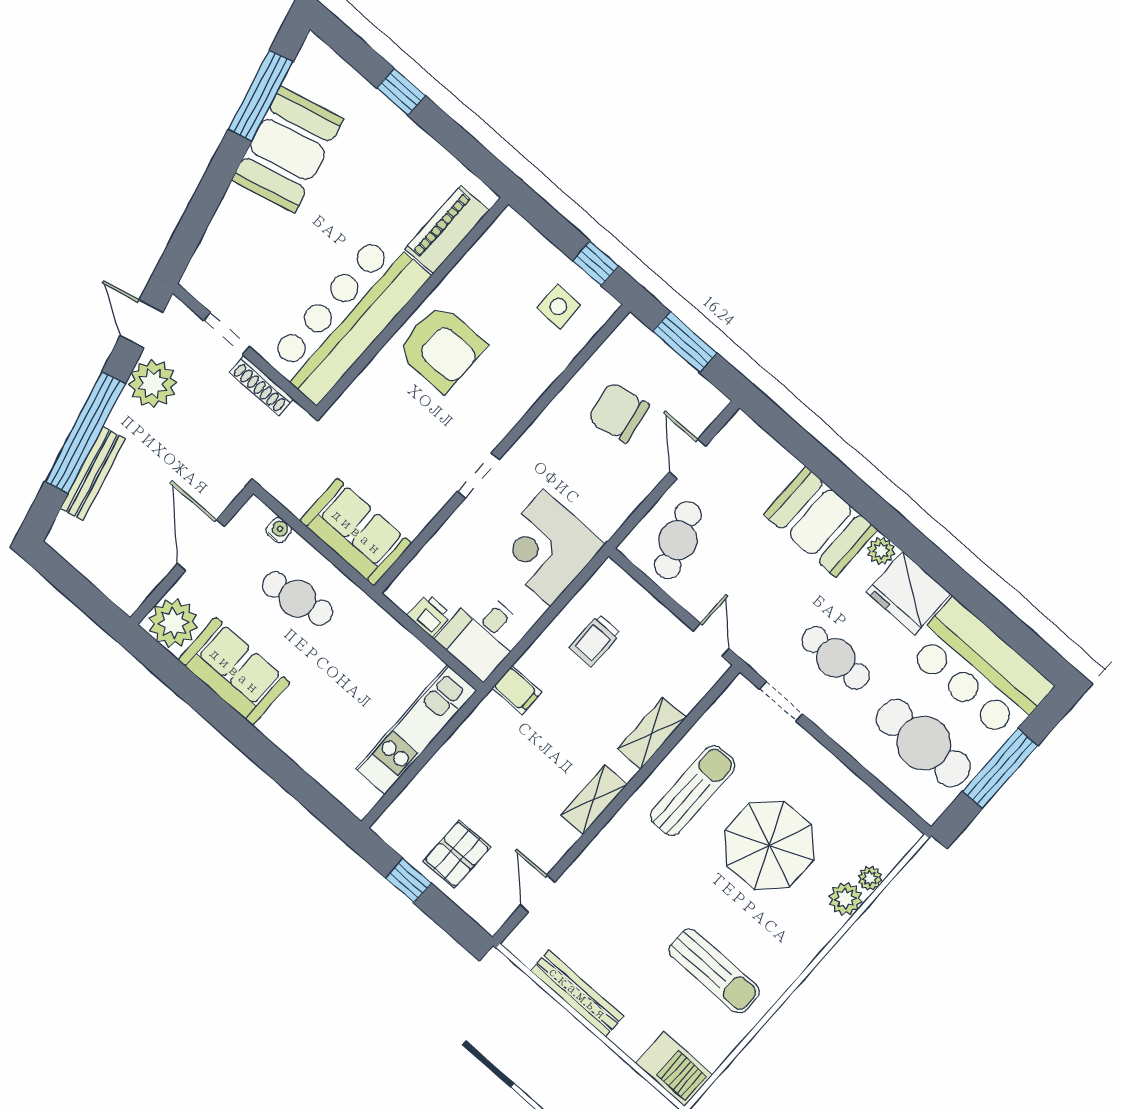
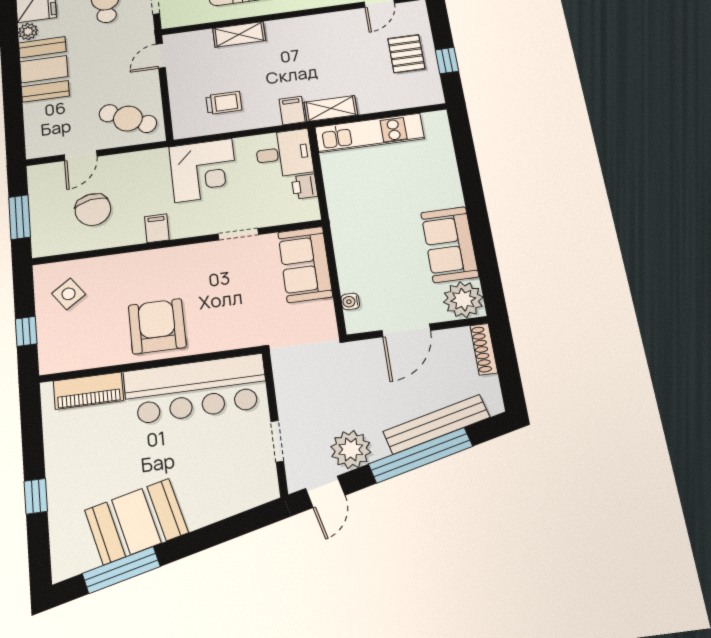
window: (595, 263) -> (26, 331), moved
side table: (558, 306) -> (69, 294), turned -35
shoe rack: (261, 386) -> (484, 349), moved, turned 180
filing cabinet: (536, 447) -> (157, 228), added
bench: (93, 474) -> (436, 424), width x1.37, depth x1.21
doorway: (478, 476) -> (238, 234), moved
cafe table: (678, 540) -> (128, 119), turned 46
cafe table: (297, 599) -> (374, 255), removed
shelving: (594, 800) -> (331, 109), moved
pallet: (457, 854) -> (406, 54), turned 90

